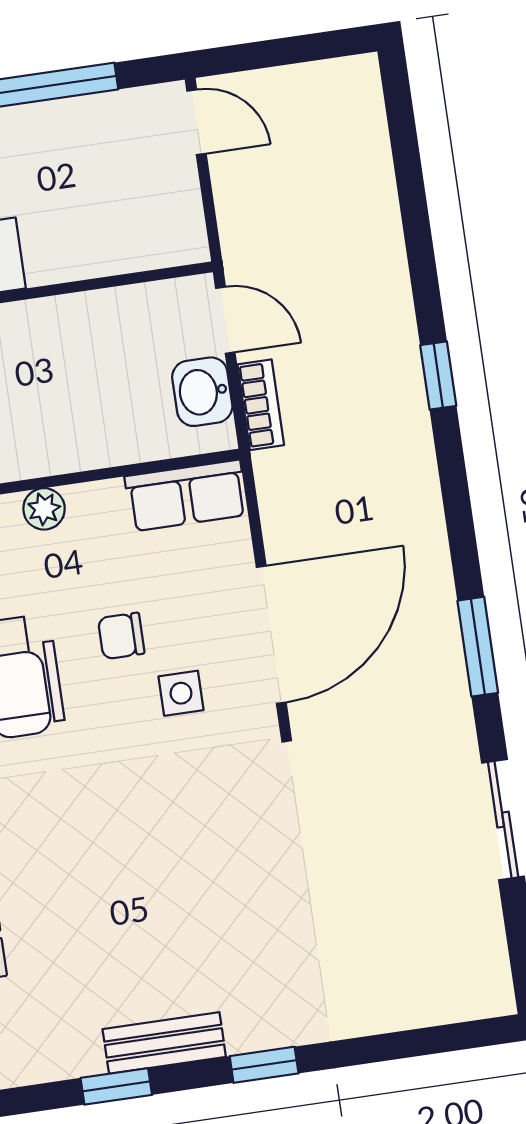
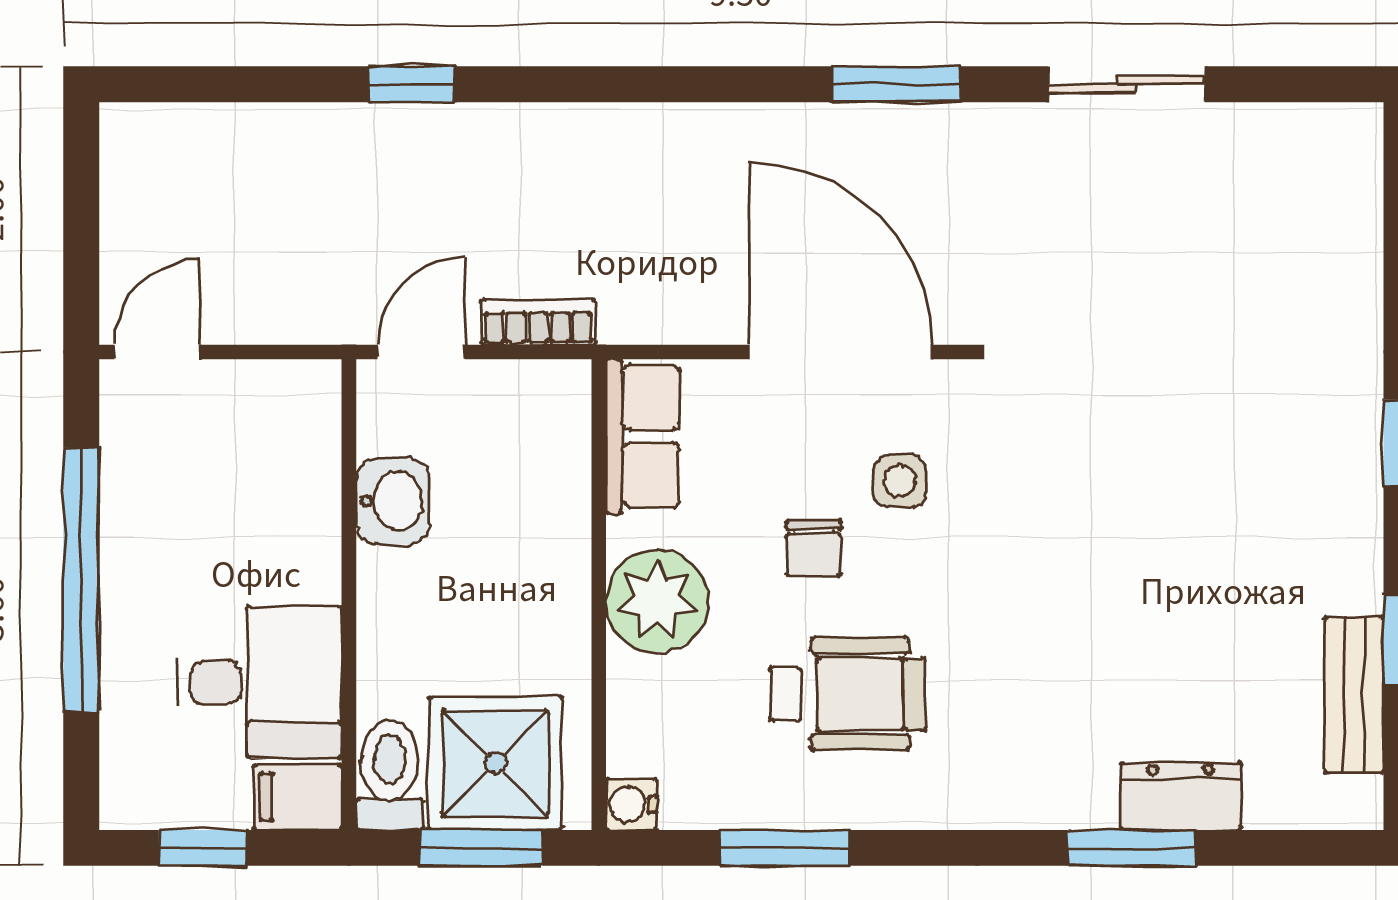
window: (438, 375) -> (412, 84), moved
washbasin: (202, 392) -> (393, 501), moved, turned -90
plant: (44, 509) -> (657, 601), width x1.88, depth x1.88
bench: (164, 1043) -> (1354, 695), moved

